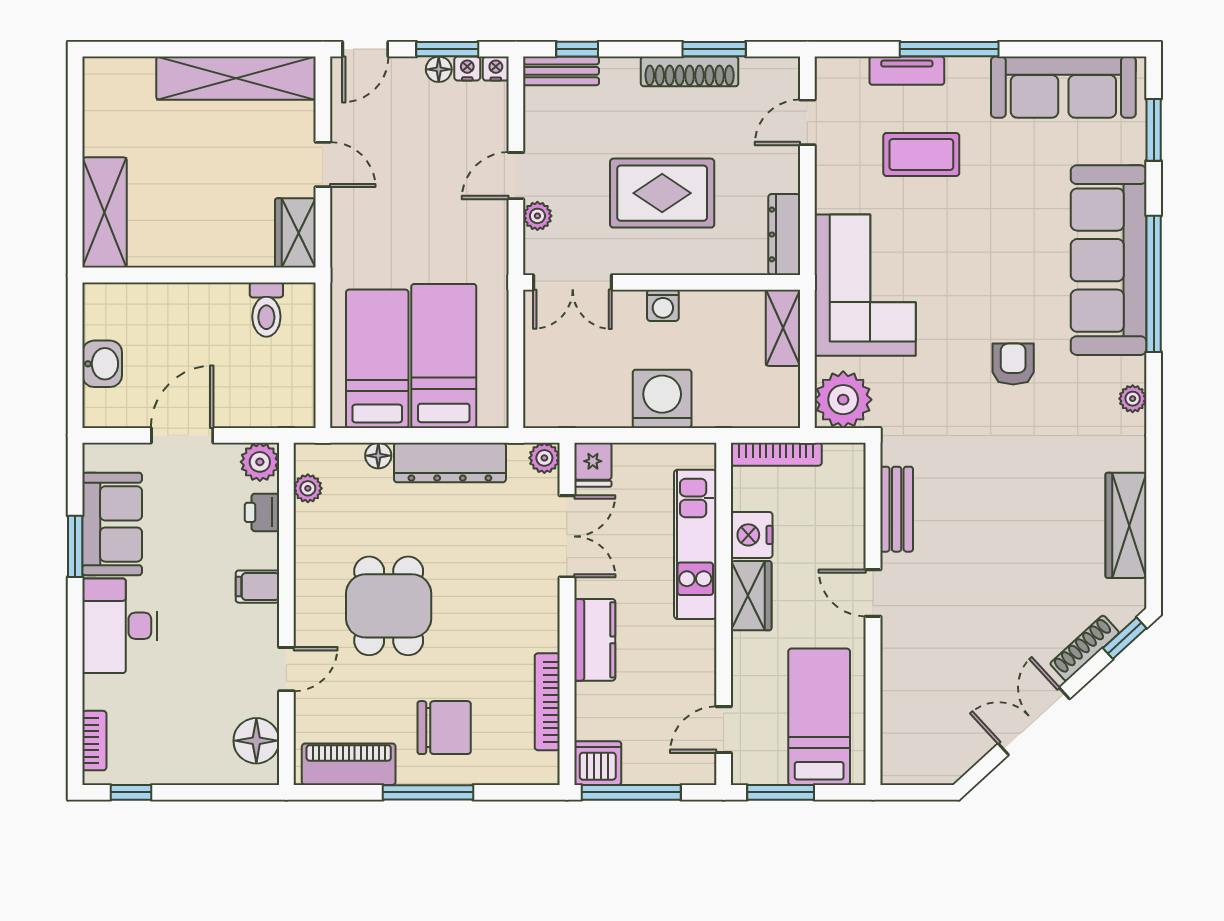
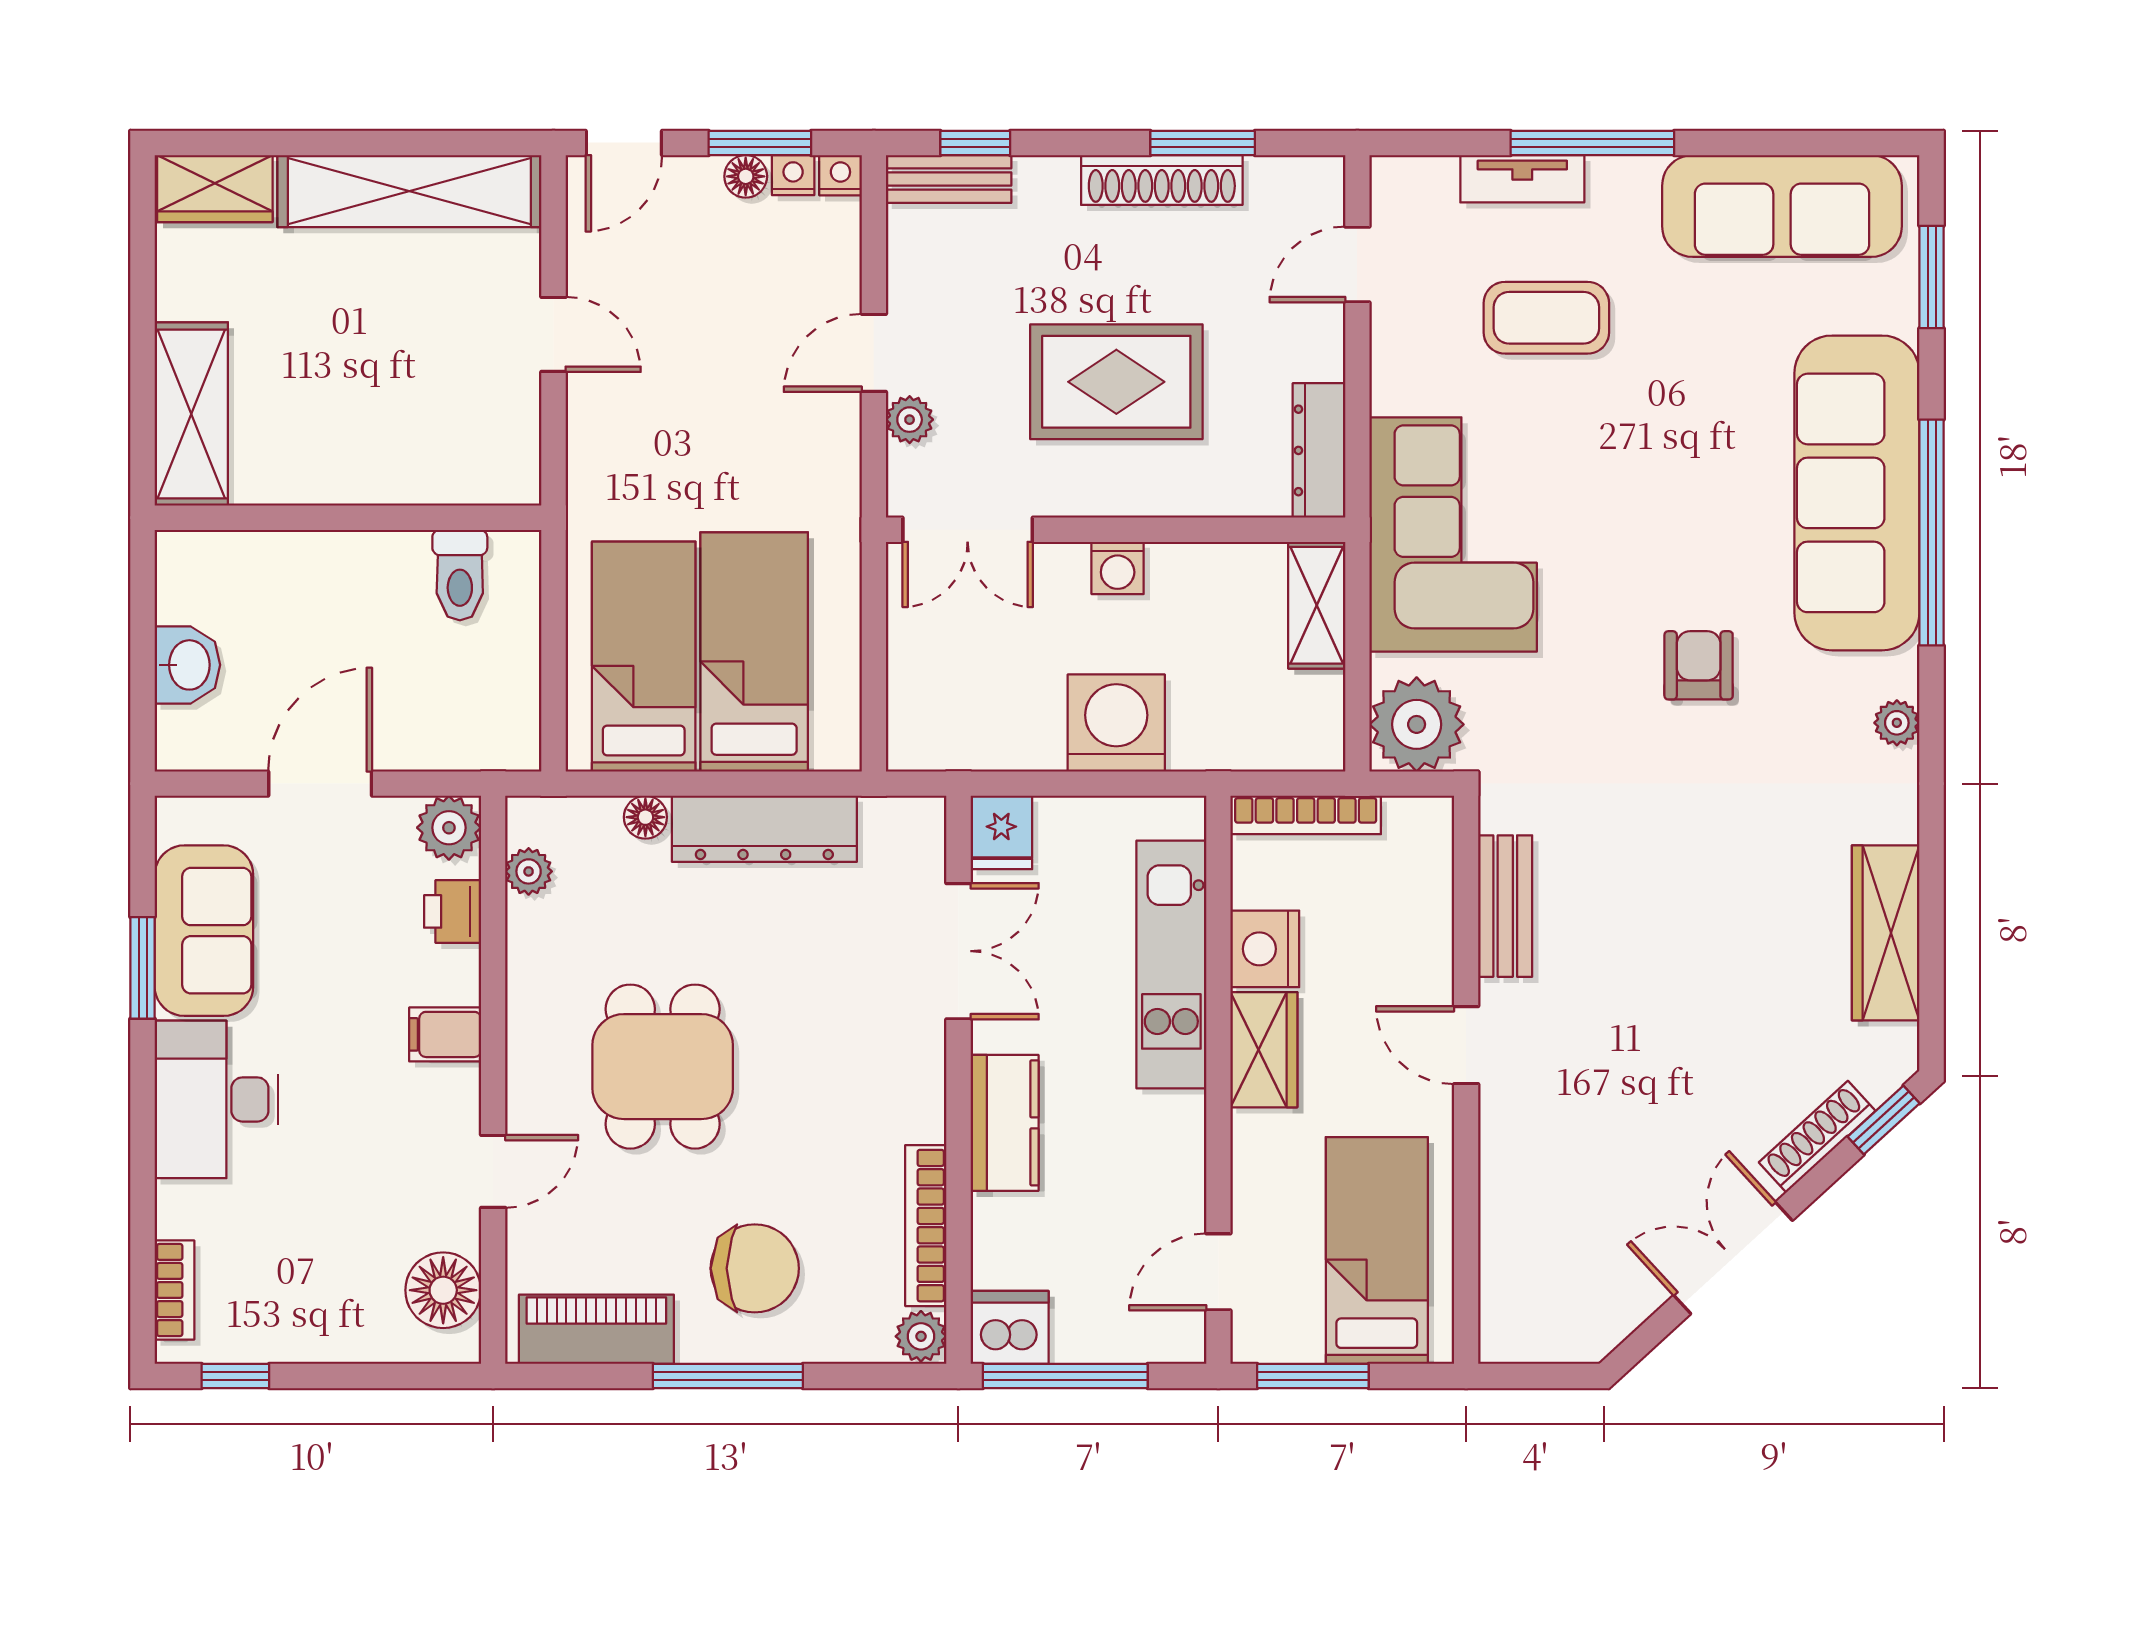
wardrobe: (295, 233) -> (215, 189), moved, turned -90
plant: (544, 458) -> (921, 1336), moved

